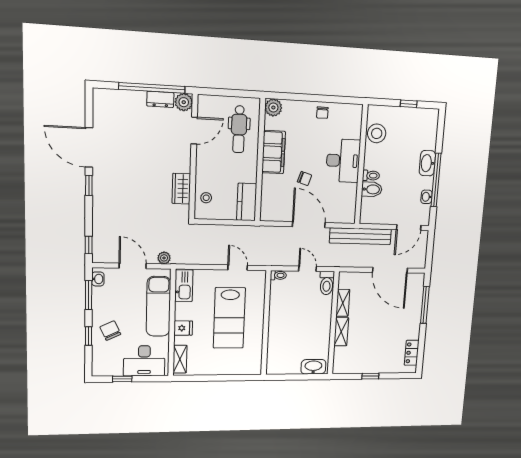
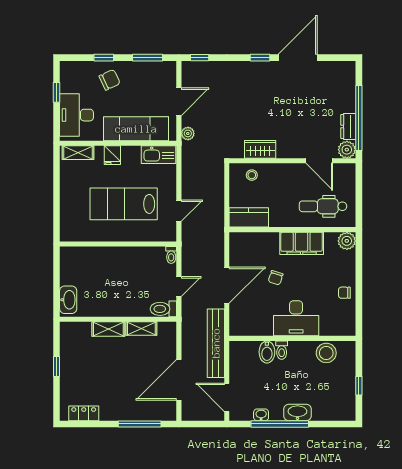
washbasin: (98, 279) -> (165, 67), removed

